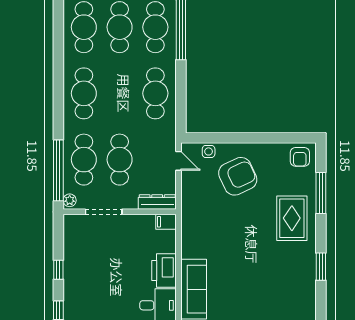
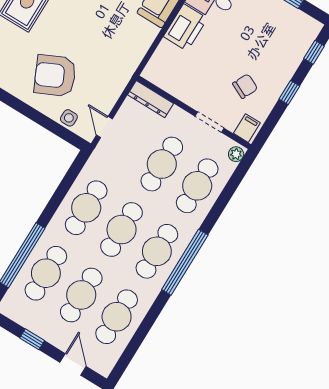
cafe table: (120, 93) -> (122, 230), added
window: (58, 170) -> (185, 262), moved
doorway: (104, 212) -> (209, 122), width x0.73
filing cabinet: (166, 222) -> (247, 128), moved, turned -90
chair: (94, 254) -> (245, 86), added

